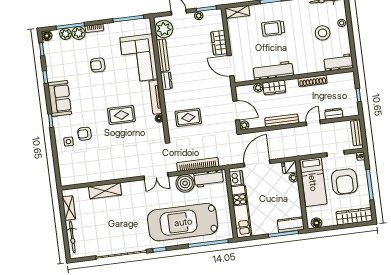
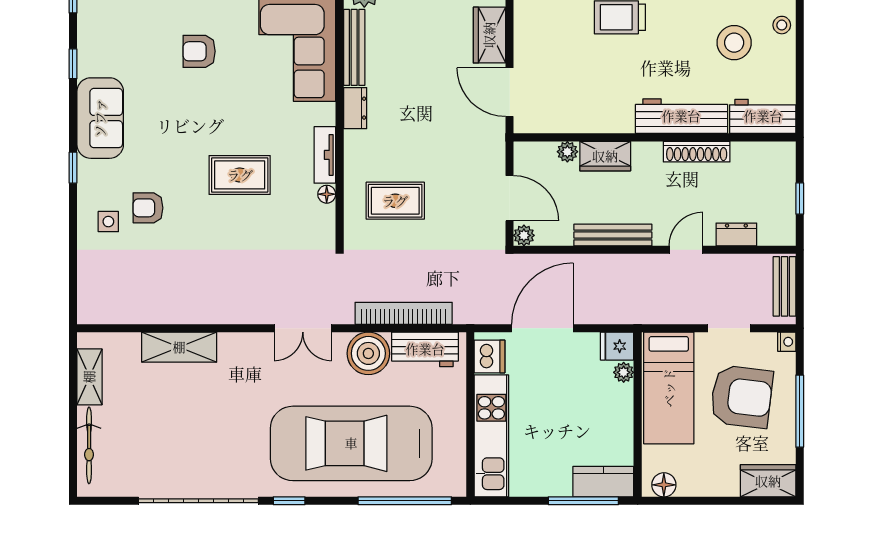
workbench: (273, 71) -> (681, 116), moved
tv unit: (156, 97) -> (325, 155), width x0.71
armchair: (344, 182) -> (741, 397), turned -83
wardrobe: (354, 216) -> (768, 481), width x0.67

